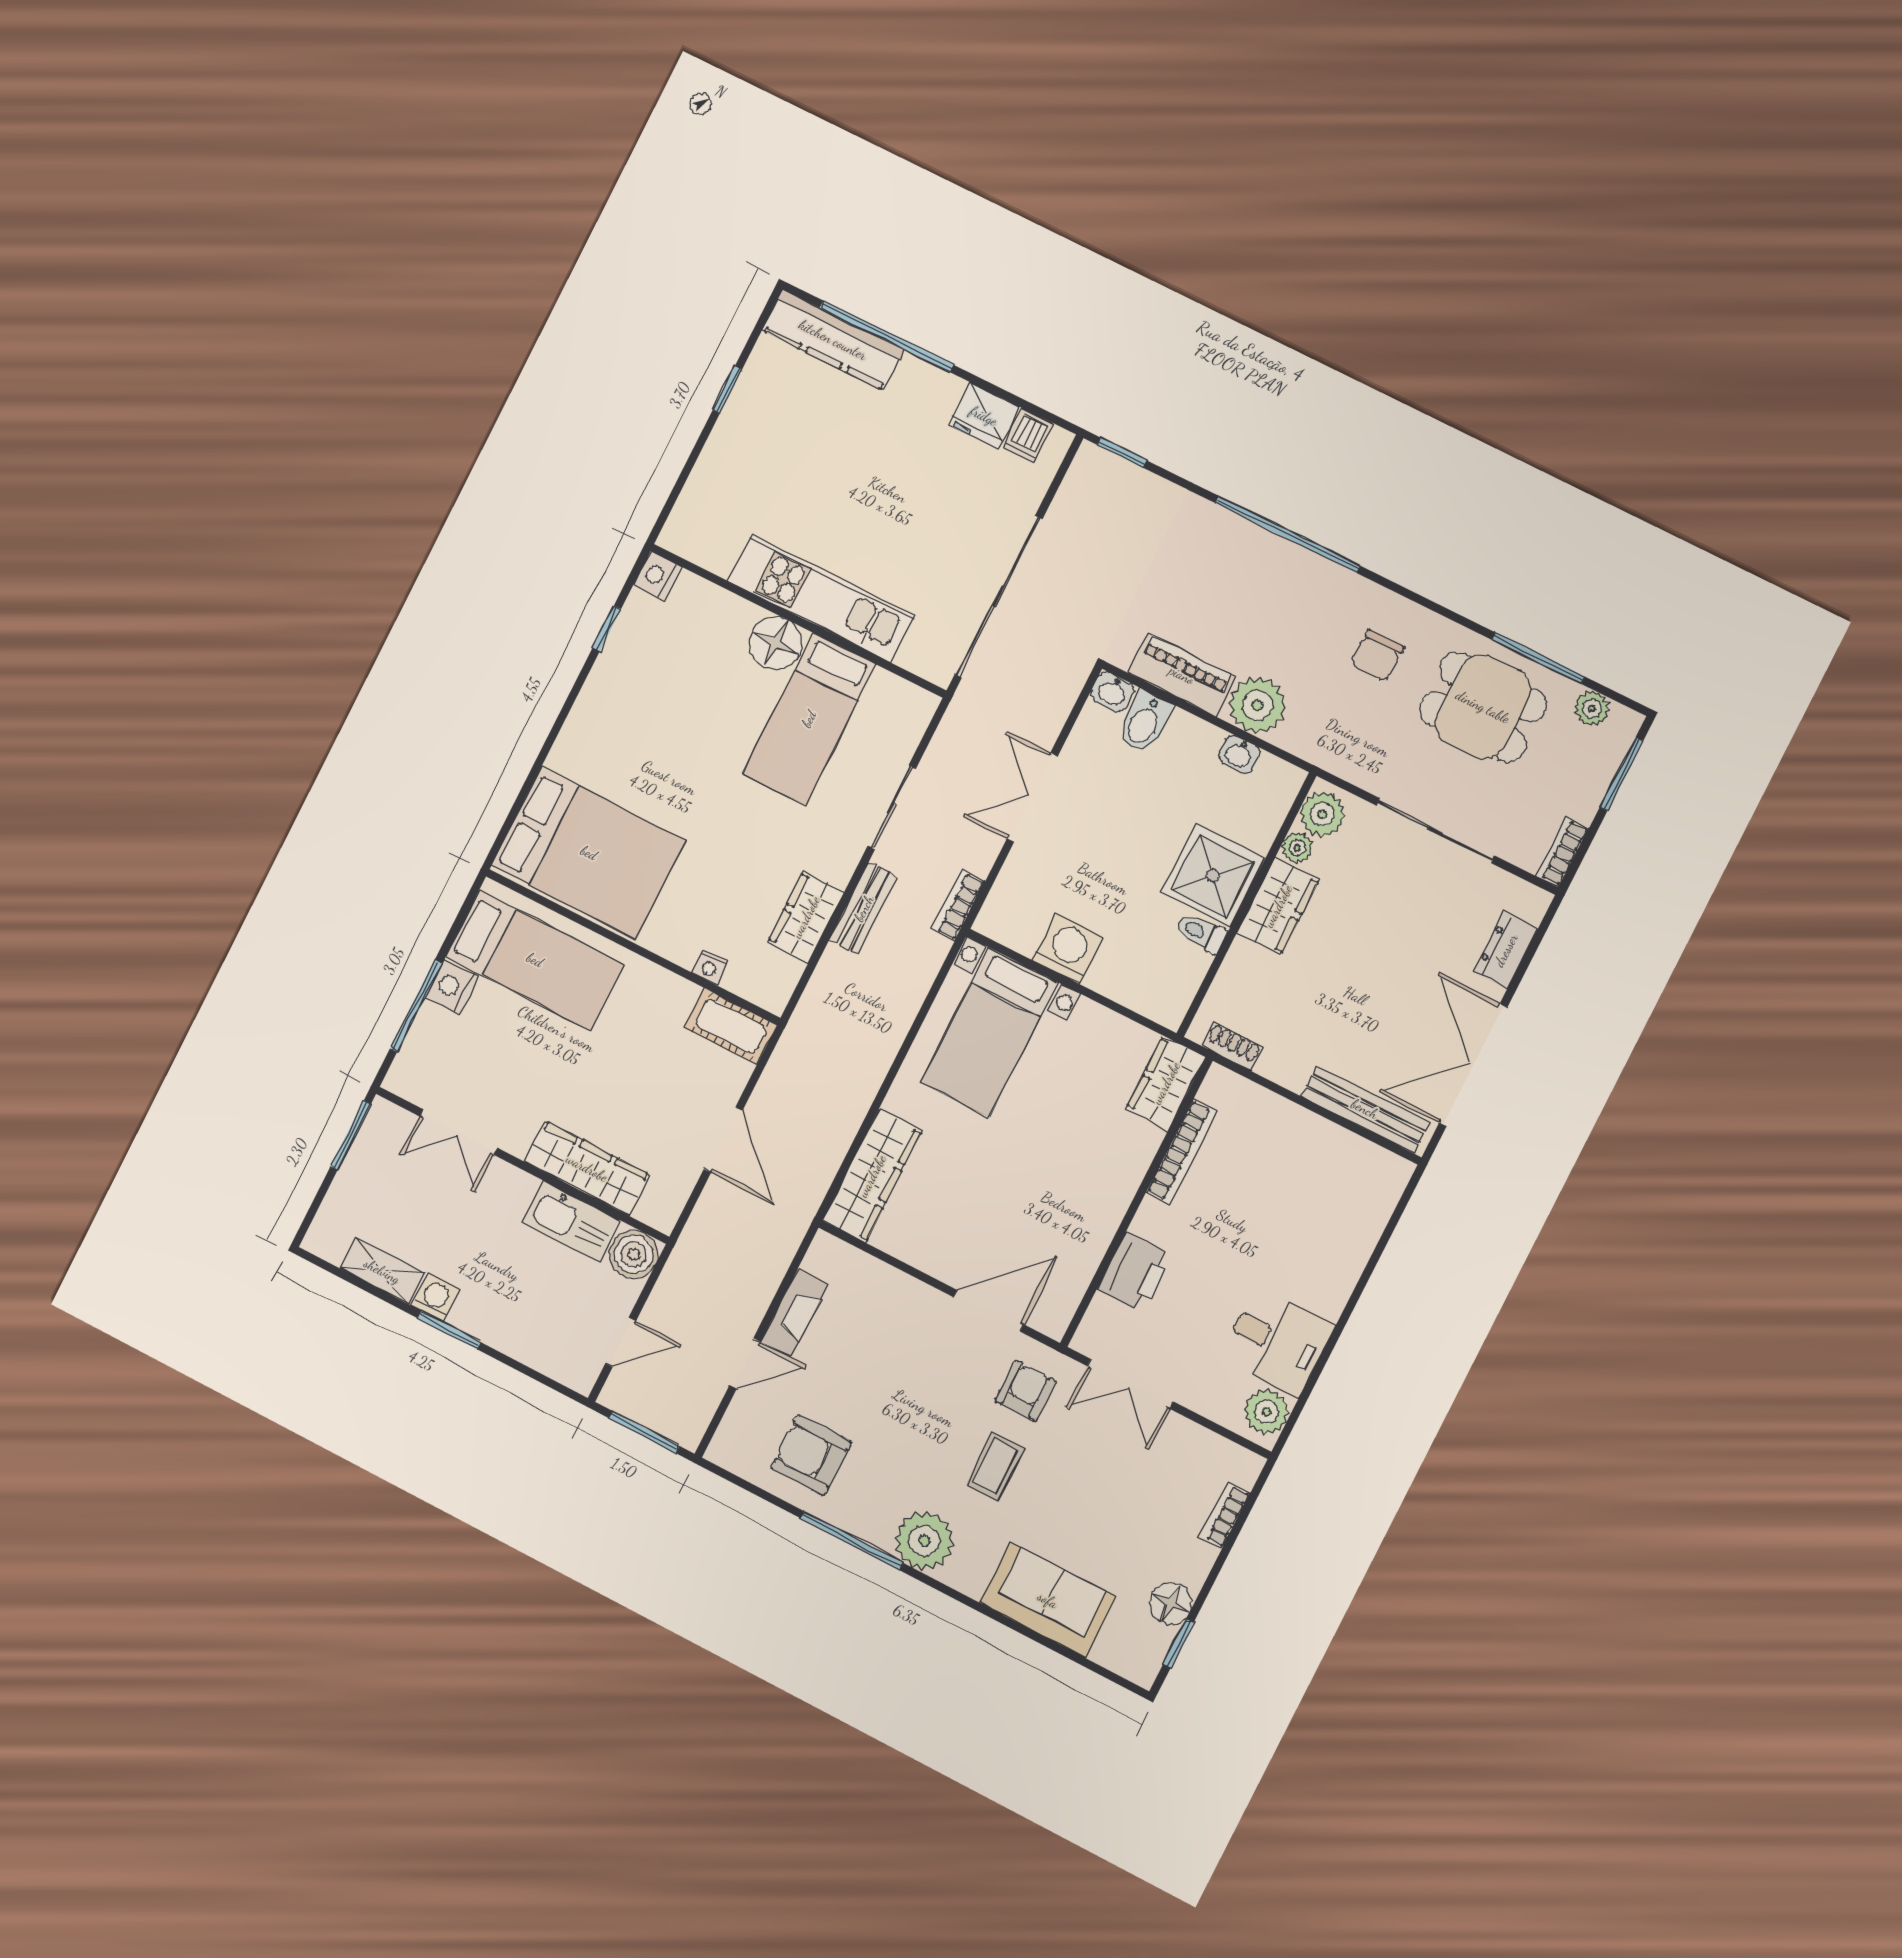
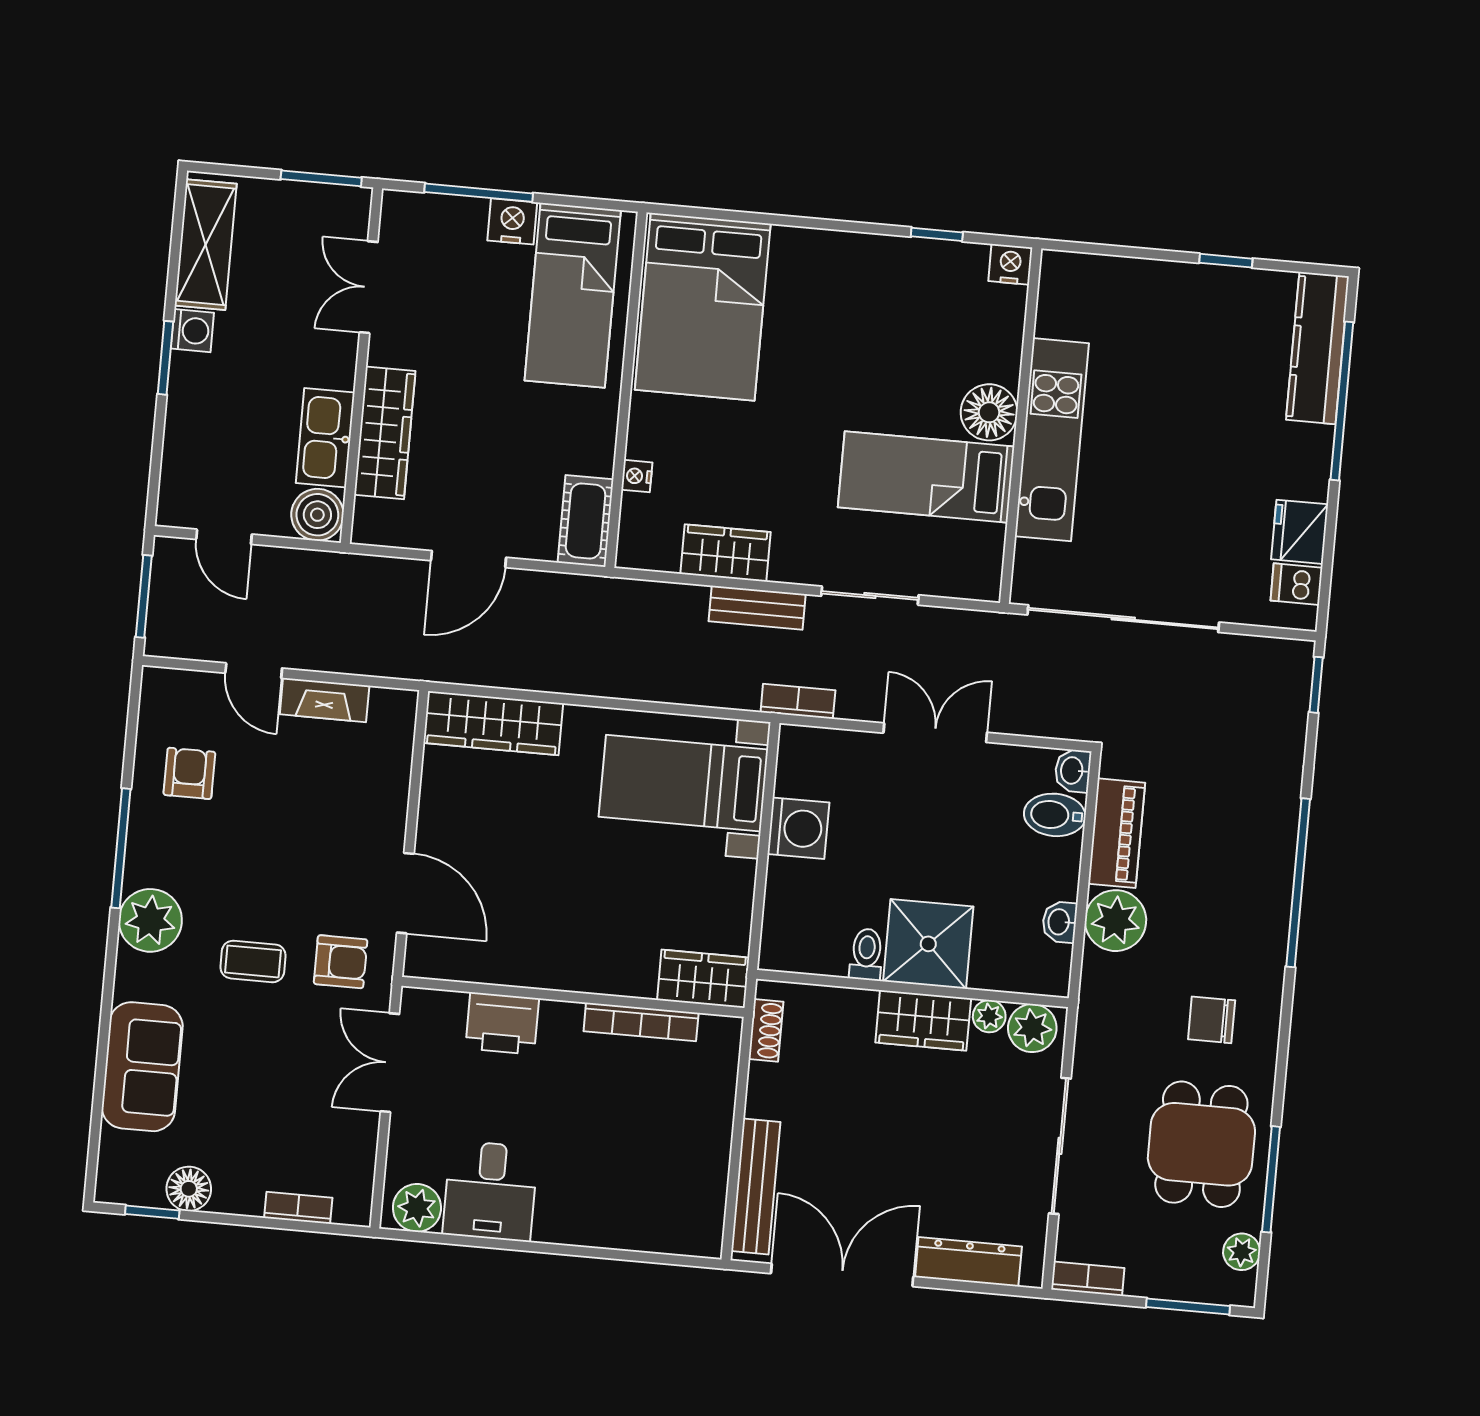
dresser: (1506, 950) -> (968, 1262), width x1.44
shelving: (382, 1271) -> (206, 245), width x1.50, depth x1.33
armchair: (811, 1455) -> (189, 773), width x0.72, depth x0.72

